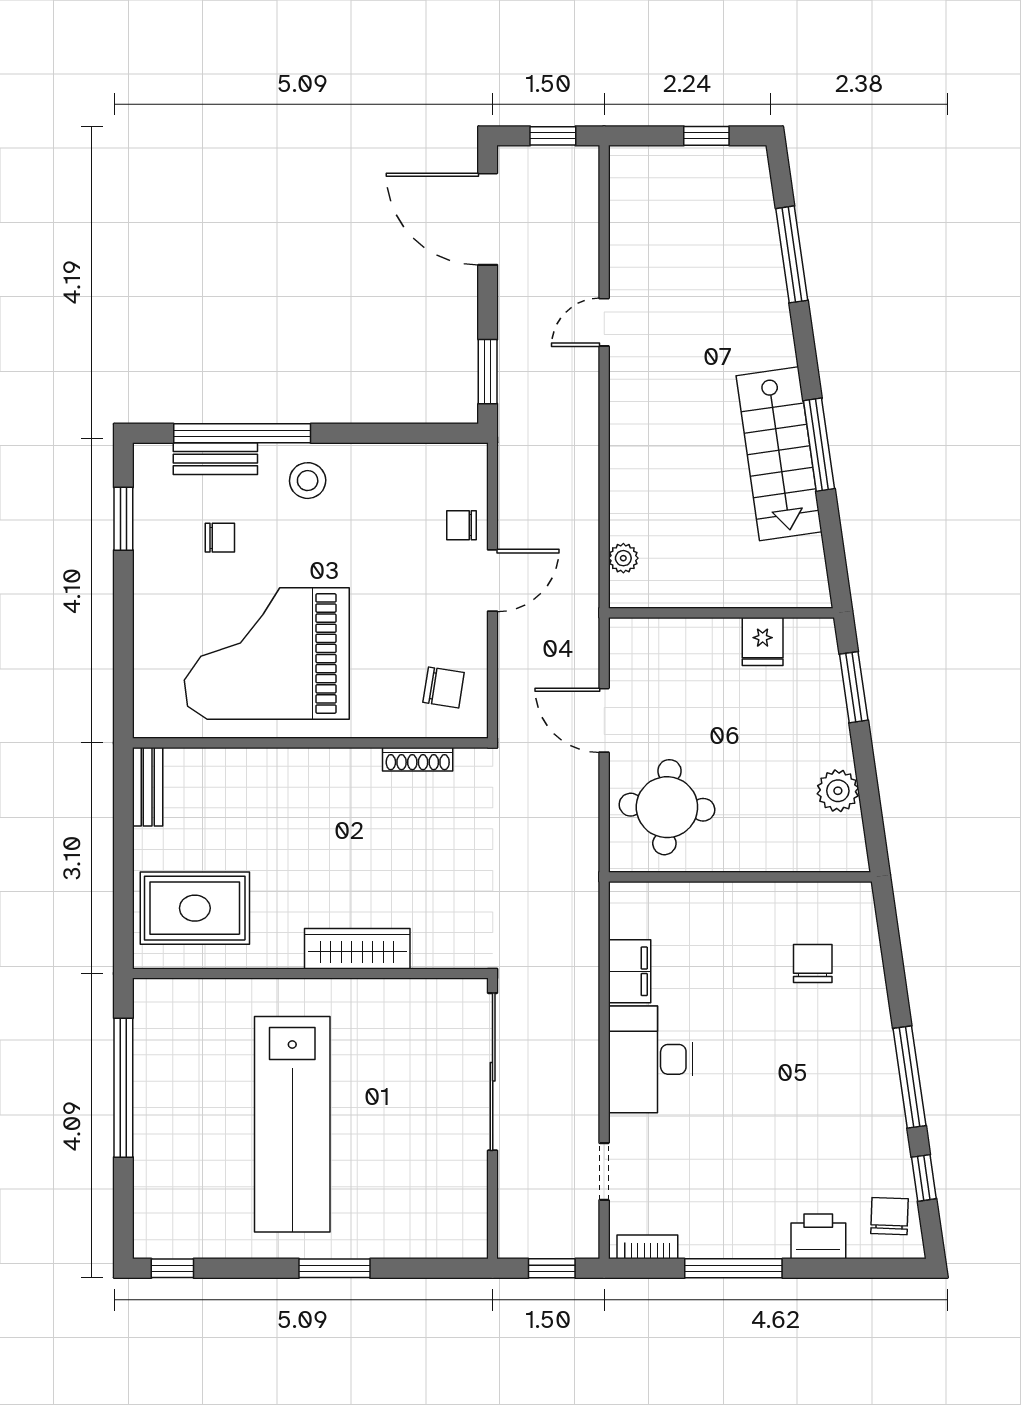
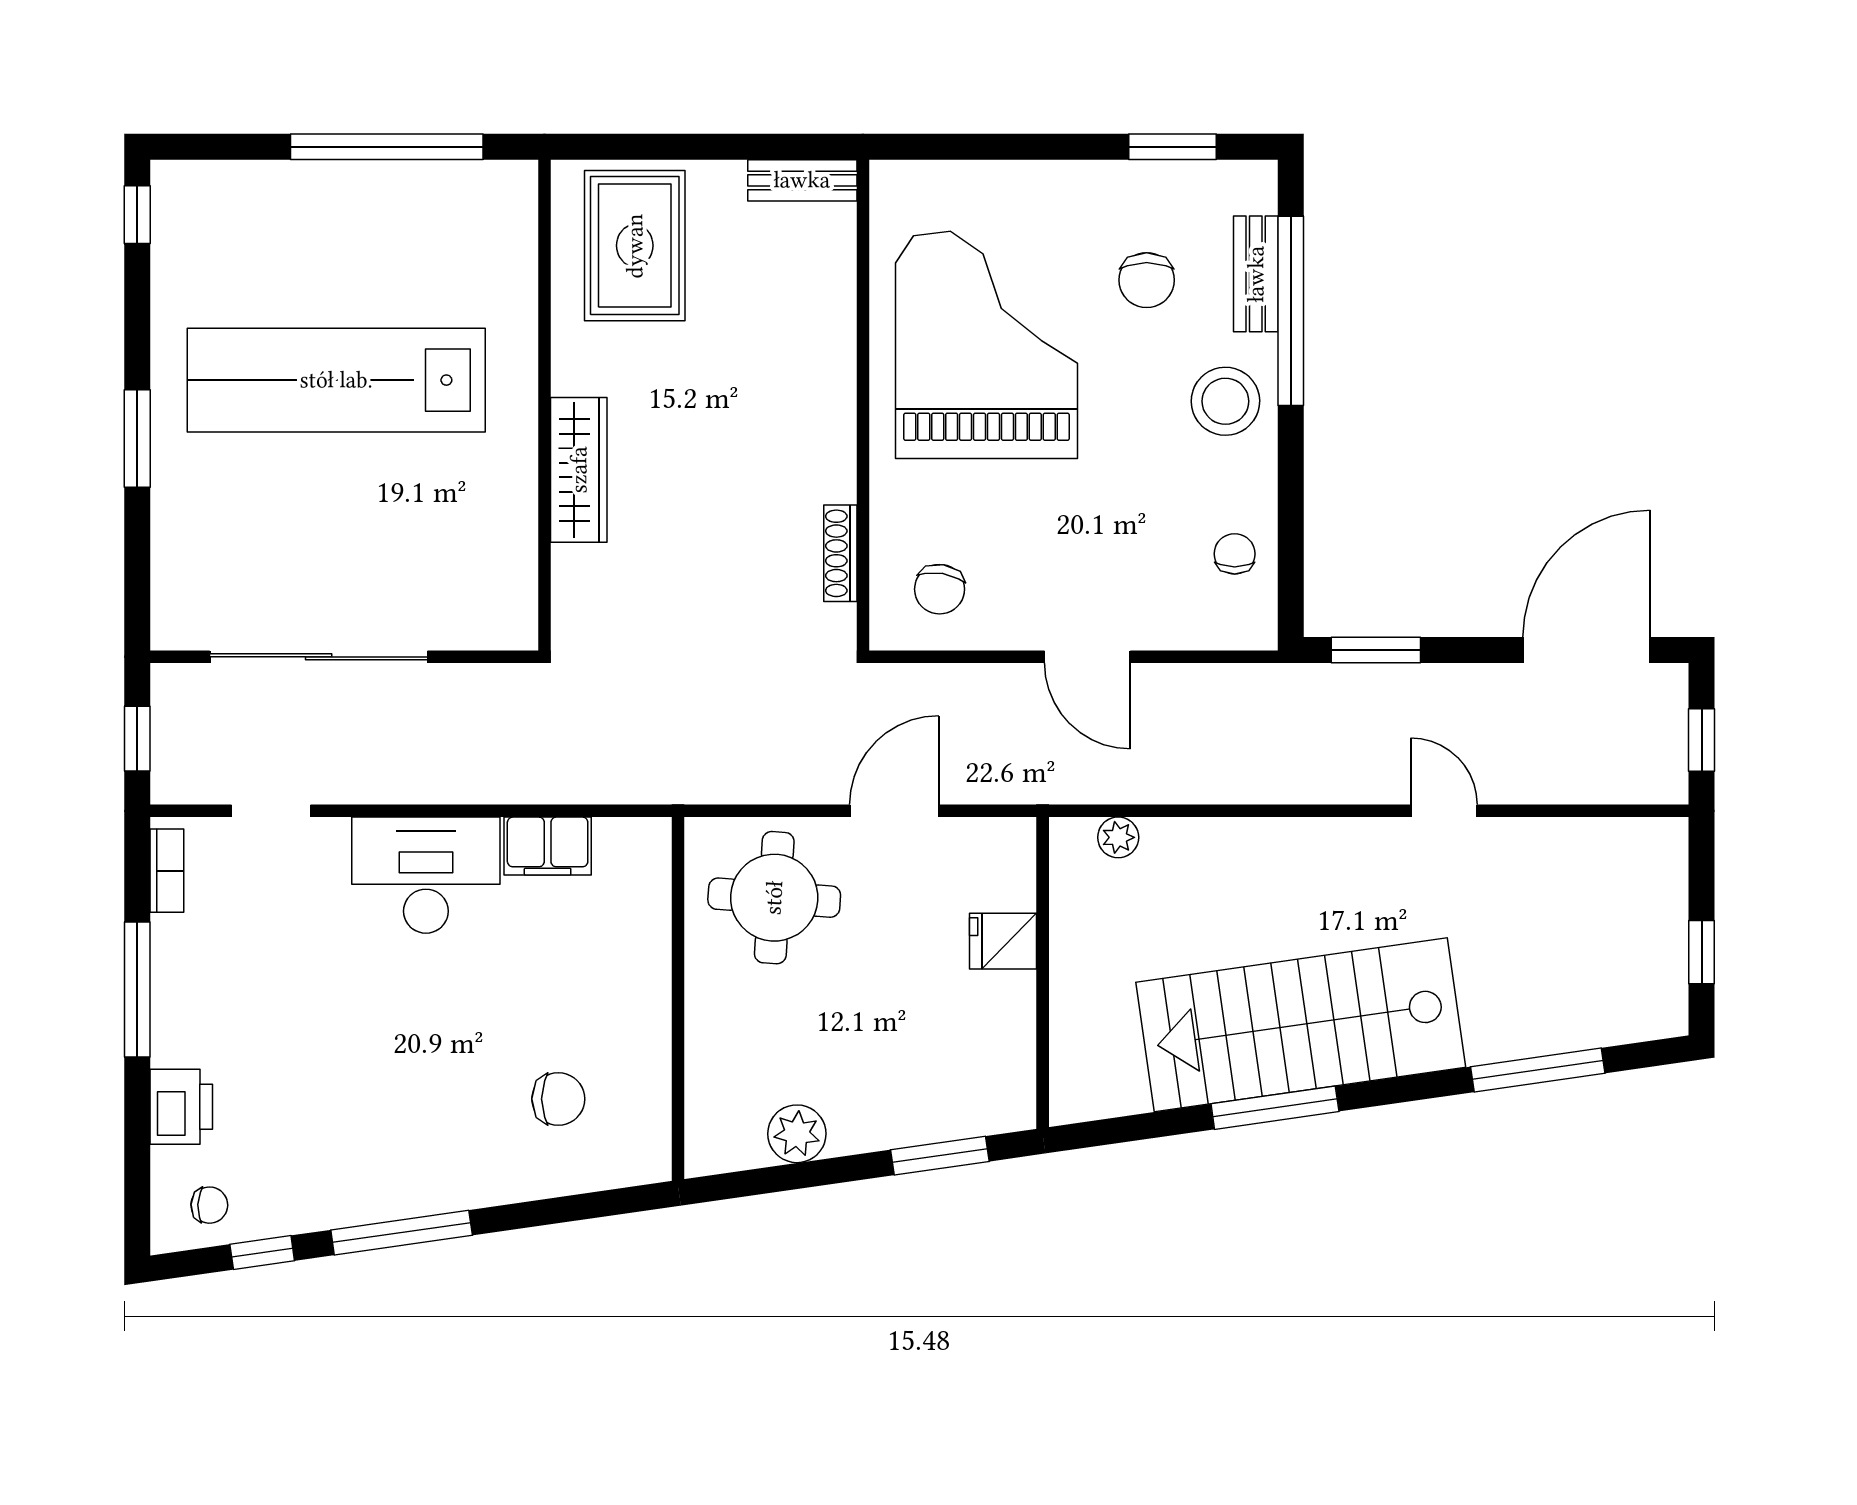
stairs: (779, 454) -> (1301, 1025), width x1.36, depth x1.51
stool: (308, 481) -> (1225, 401), width x1.38, depth x1.38
chair: (461, 525) -> (1235, 554), moved
chair: (220, 538) -> (1147, 280), width x1.37, depth x1.37
fridge: (763, 641) -> (1003, 941), moved
sliding door: (493, 1072) -> (319, 657), moved
chair: (889, 1216) -> (209, 1205), width x0.73, depth x0.73

